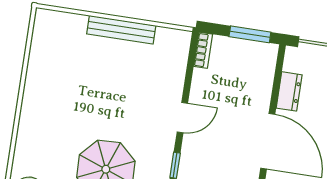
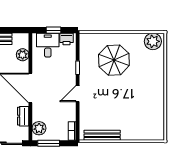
bench: (121, 30) -> (102, 135), moved
plant: (263, 65) -> (39, 128), added

